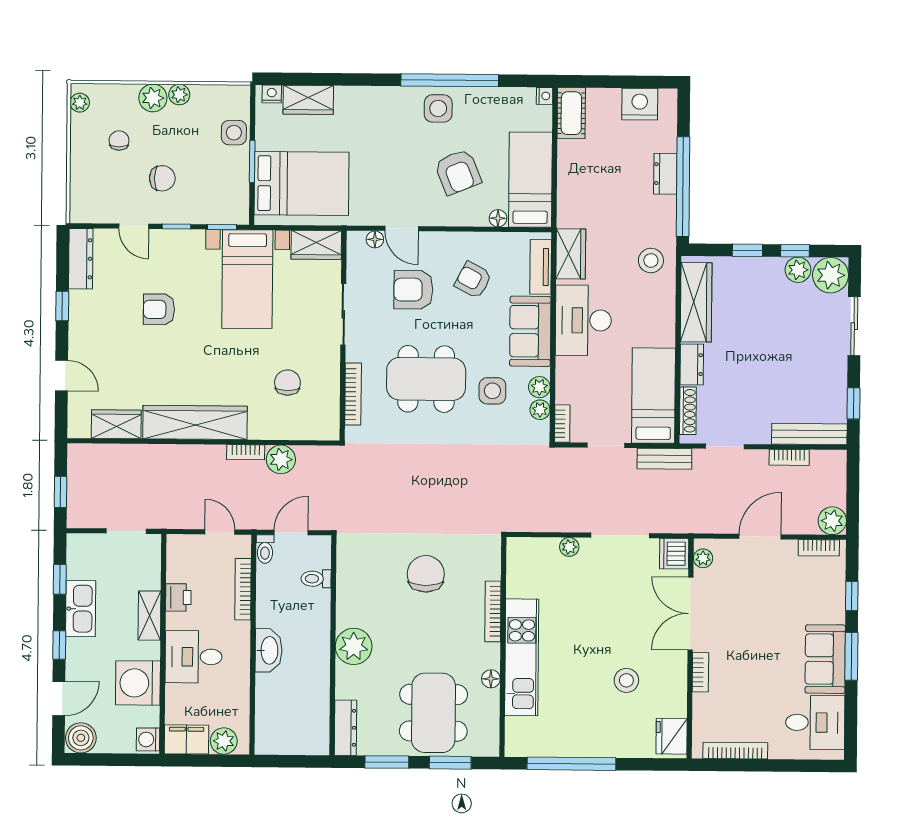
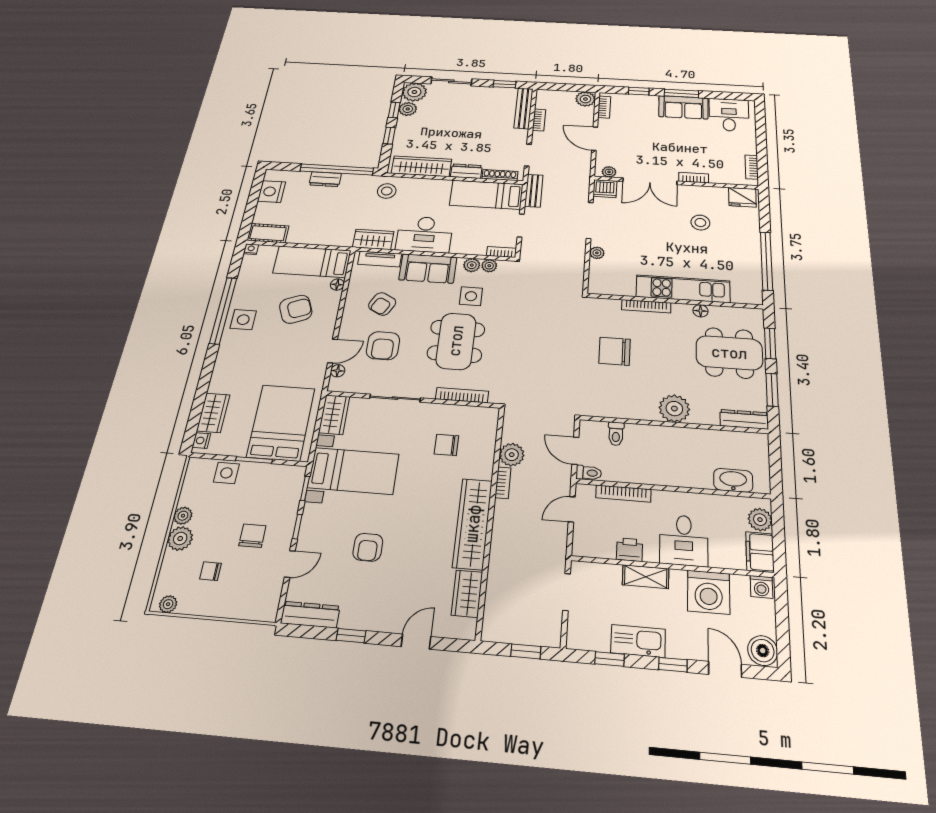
washbasin: (269, 650) -> (733, 480), moved
bookcase: (735, 751) -> (752, 167), width x0.64

